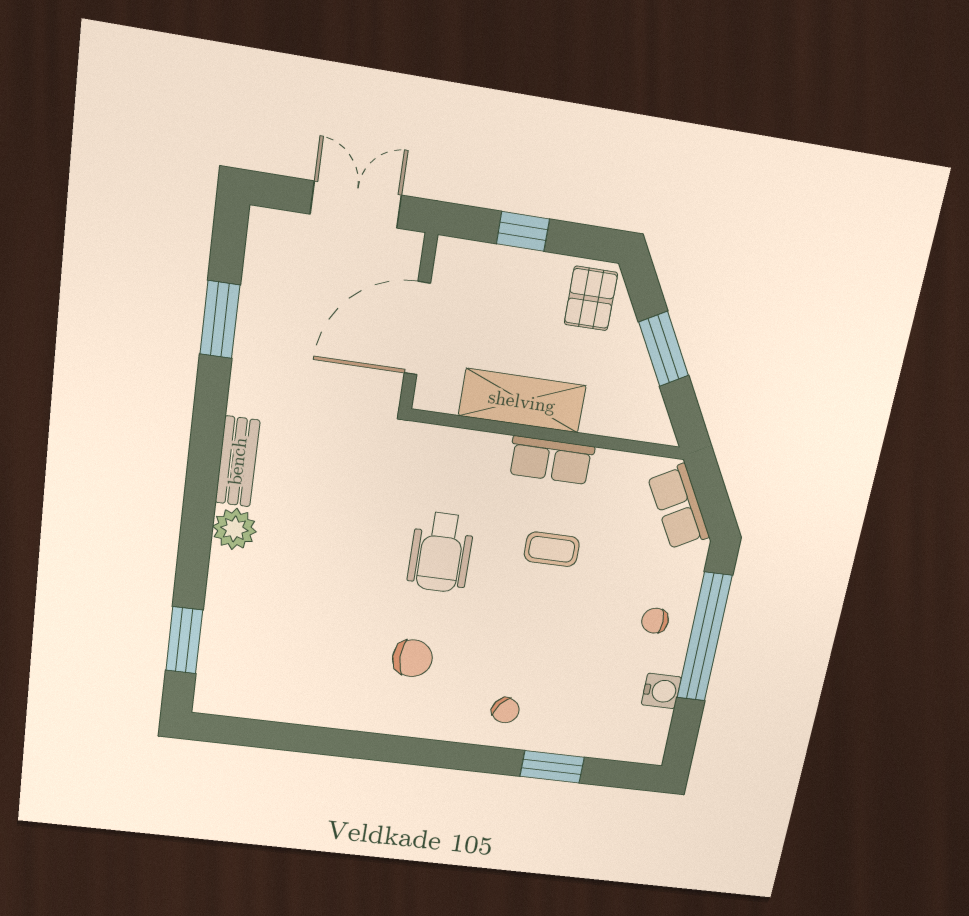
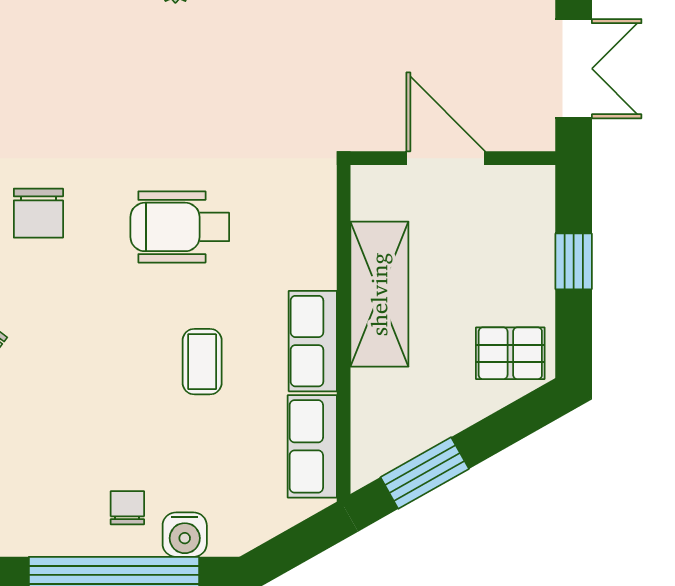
door: (417, 328) -> (446, 158), width x0.73
window: (664, 349) -> (425, 473), moved
row of seats: (679, 507) -> (312, 446), moved, turned -61
water cooler: (661, 691) -> (185, 535), moved

